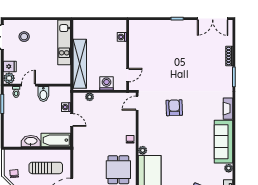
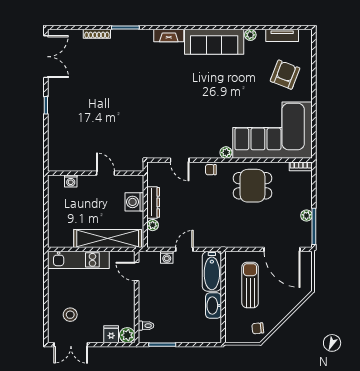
door: (128, 75) -> (105, 173), moved
door: (28, 85) -> (137, 272), moved
bidet: (43, 94) -> (149, 288), removed
dresser: (106, 97) -> (153, 202), added
door: (137, 103) -> (180, 160), moved
armchair: (174, 108) -> (168, 109), removed

